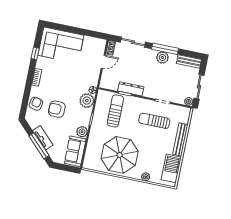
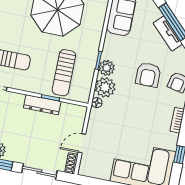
armchair: (57, 109) -> (148, 75), turned 90
plant: (82, 132) -> (107, 68), moved

